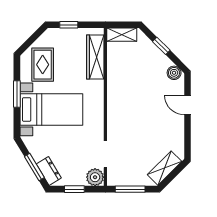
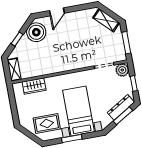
window: (69, 25) -> (14, 110), removed
wardrobe: (95, 57) -> (34, 86), width x0.67
boiler: (174, 73) -> (36, 32), width x1.86, depth x1.86
dresser: (49, 171) -> (121, 107), width x1.44

